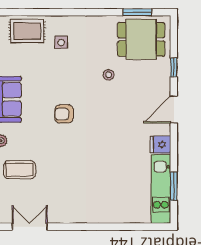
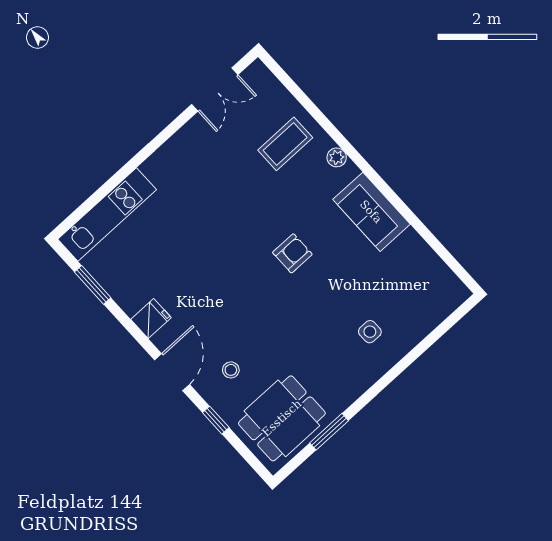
window: (137, 12) -> (329, 432), moved
rug: (27, 31) -> (420, 310), removed
stool: (109, 75) -> (231, 370), moved
kitchen unit: (161, 189) -> (107, 214), moved, turned 90

